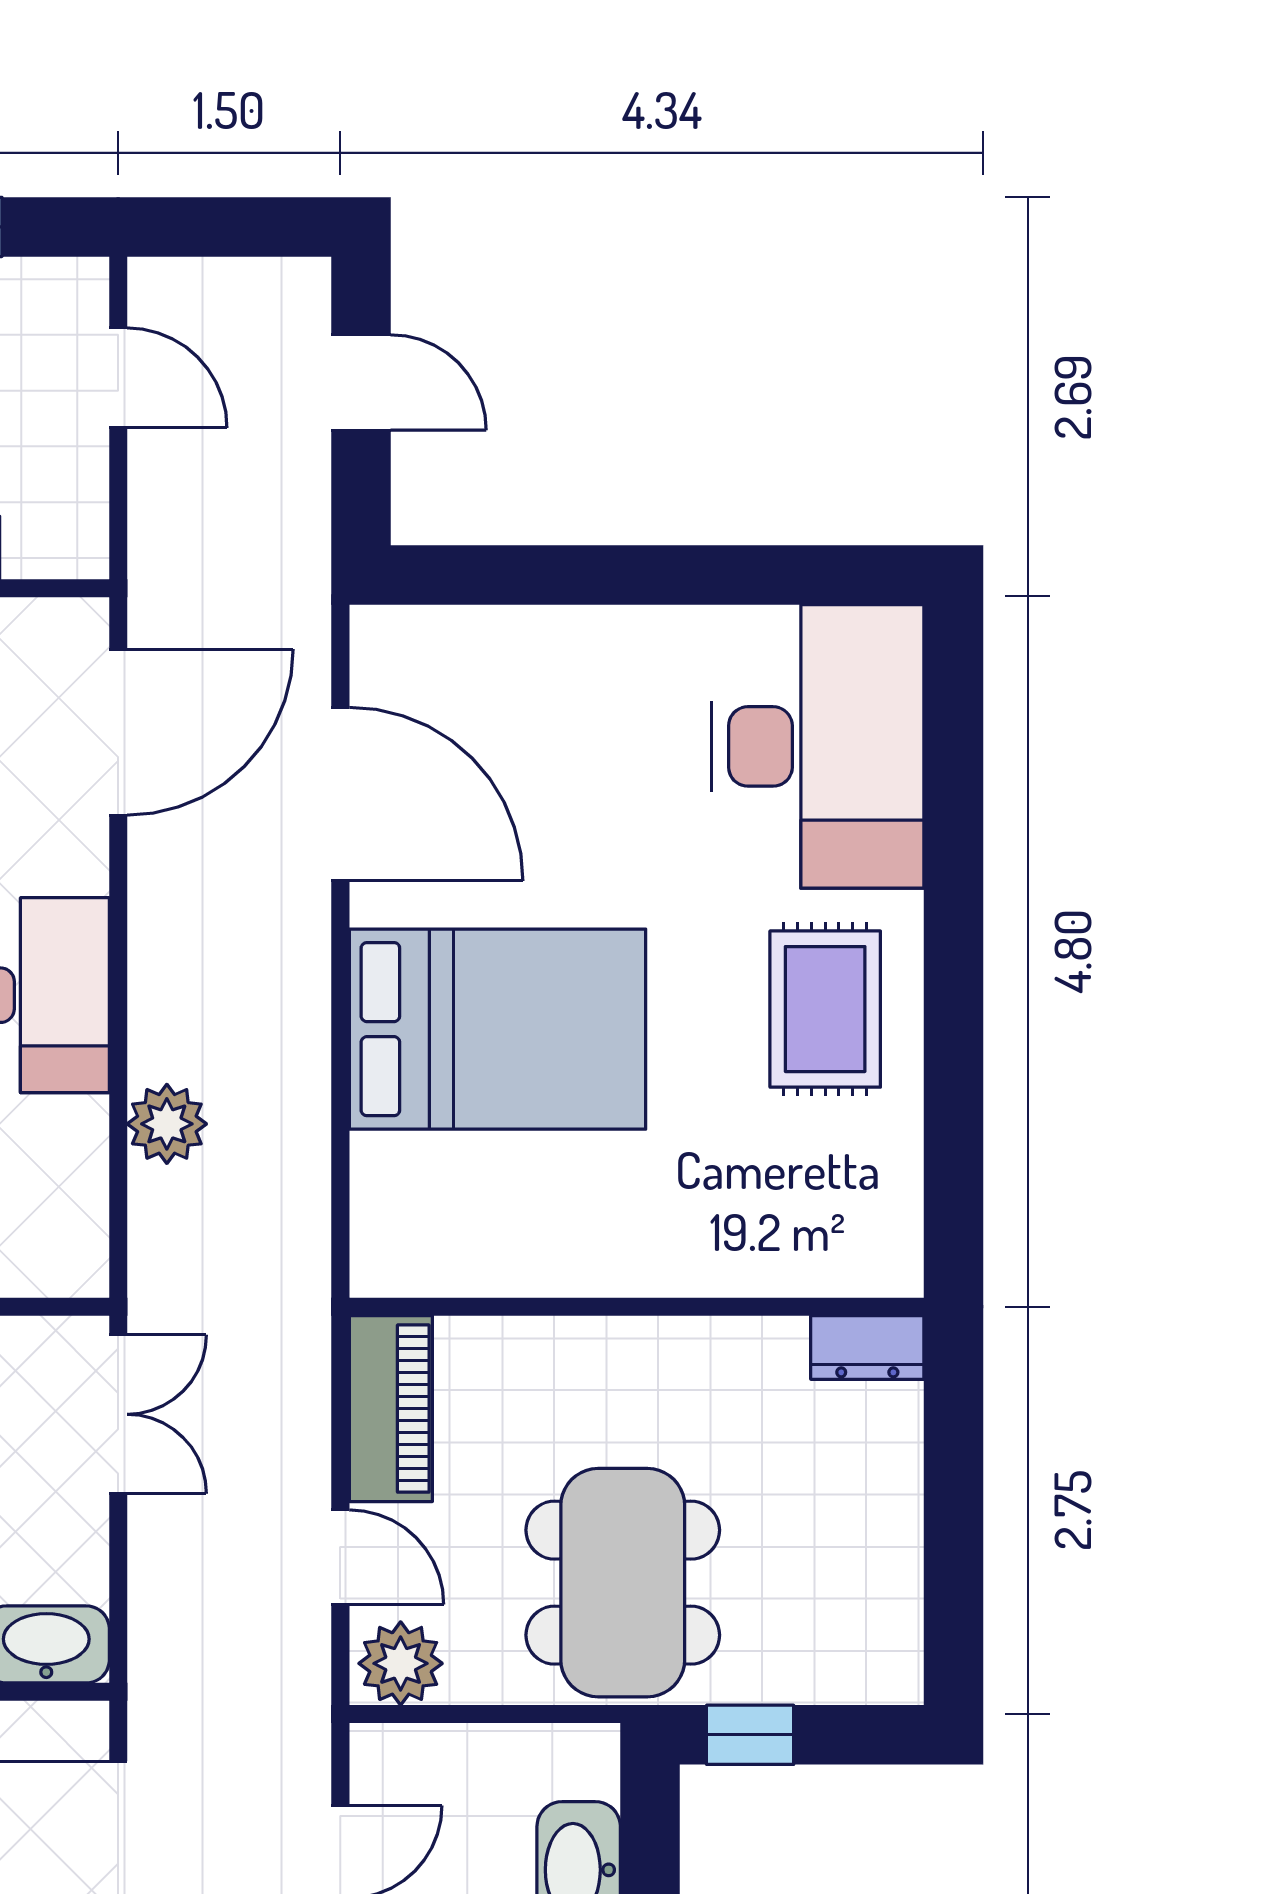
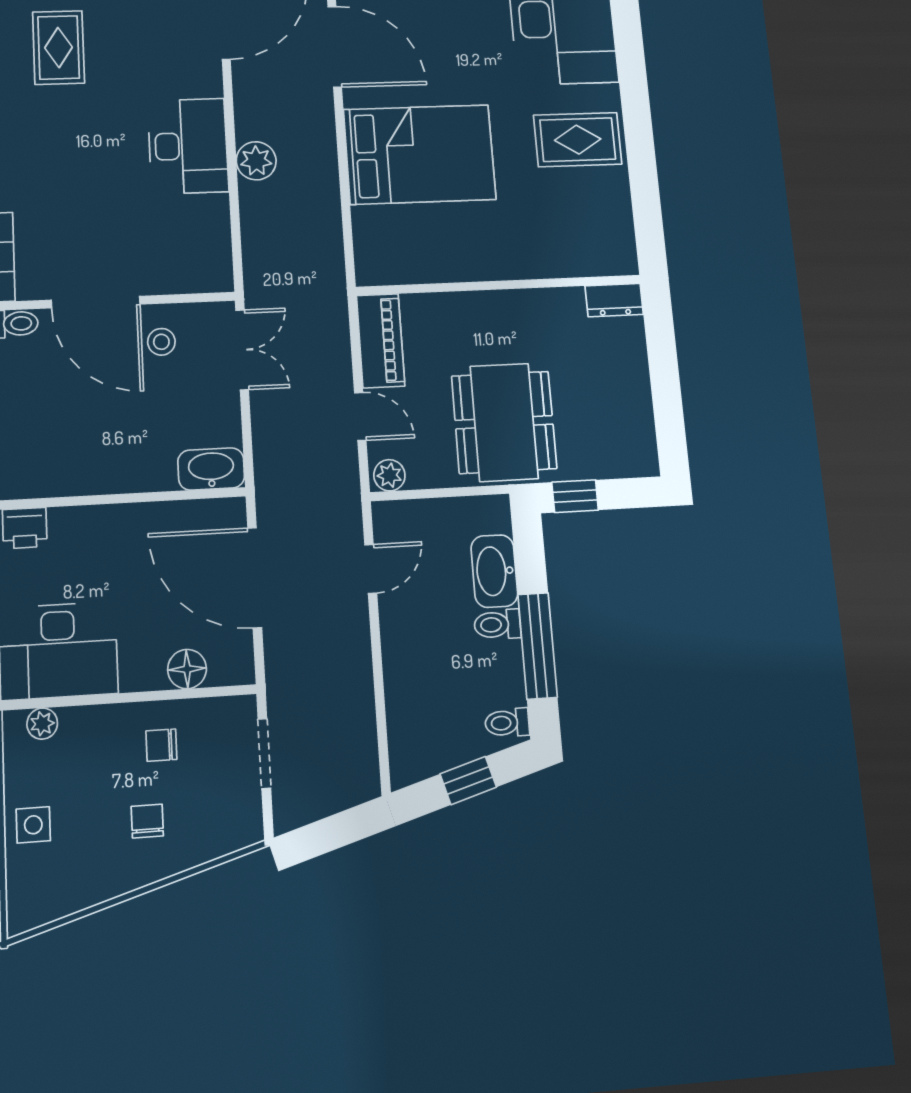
rug: (825, 1009) -> (578, 140), turned 90
plant: (167, 1124) -> (256, 161), moved
plant: (401, 1663) -> (389, 475), width x0.73, depth x0.73

